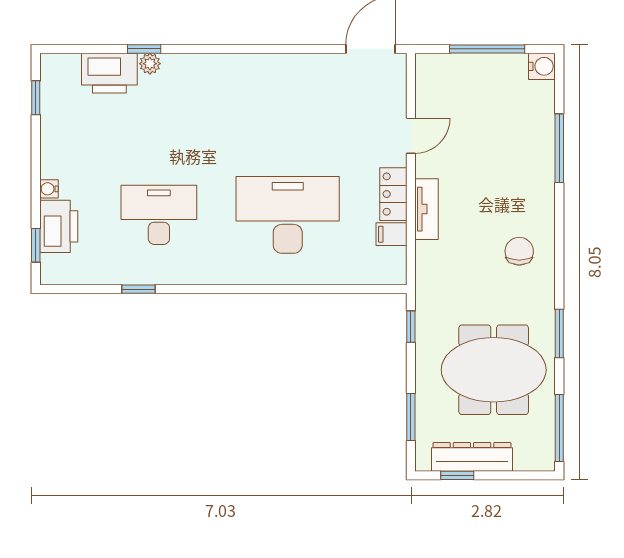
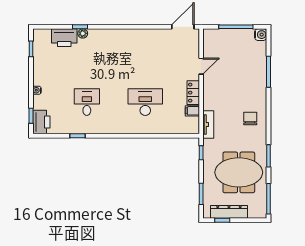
tv unit: (427, 209) -> (208, 125), moved
desk: (159, 215) -> (87, 102), width x0.73
desk: (288, 215) -> (145, 102), width x0.73, depth x0.77
printer: (59, 226) -> (41, 122), moved

